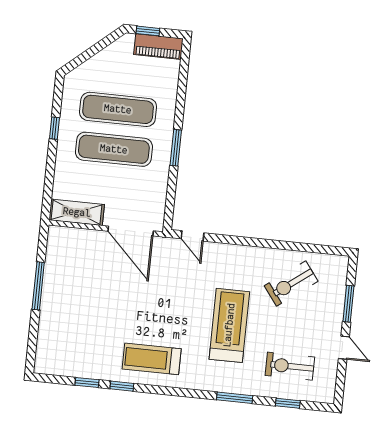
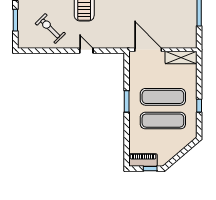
door: (192, 236) -> (86, 51), moved
exercise bike: (291, 284) -> (50, 29), turned -98

